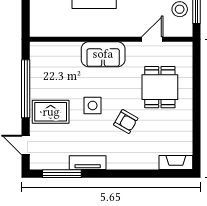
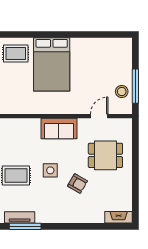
dining table: (160, 87) -> (105, 155), turned 90
tv unit: (88, 163) -> (20, 217), moved

